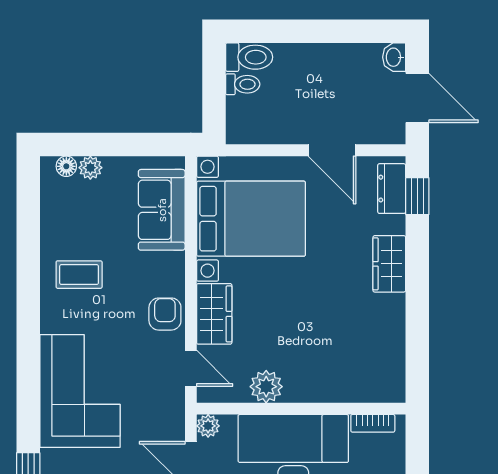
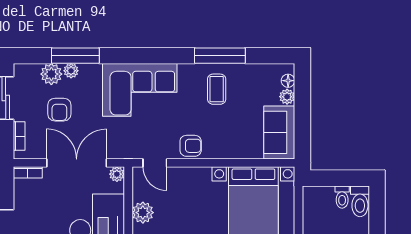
sofa: (162, 210) -> (279, 132), moved, turned -90
window: (28, 269) -> (220, 56), added
wardrobe: (214, 314) -> (191, 178), removed
door: (191, 368) -> (155, 163), hinge flipped

